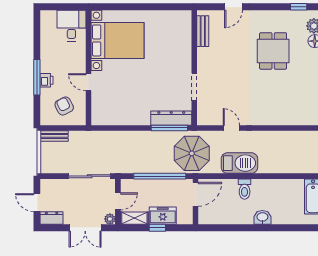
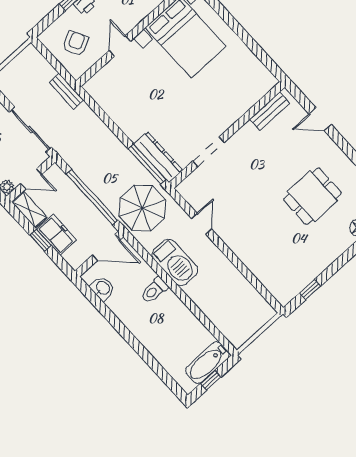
bench: (54, 136) -> (66, 91), moved
washbasin: (262, 217) -> (103, 288), moved

